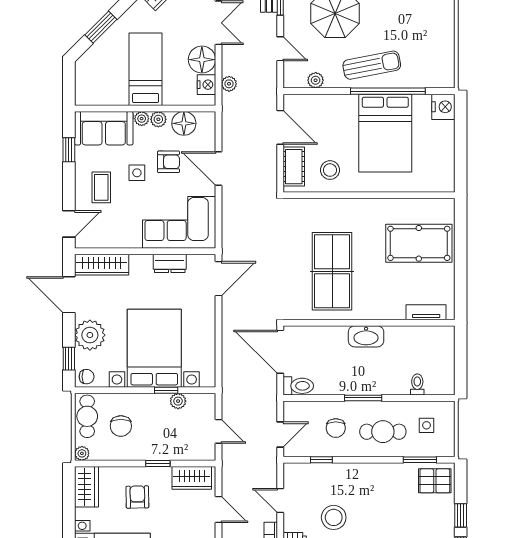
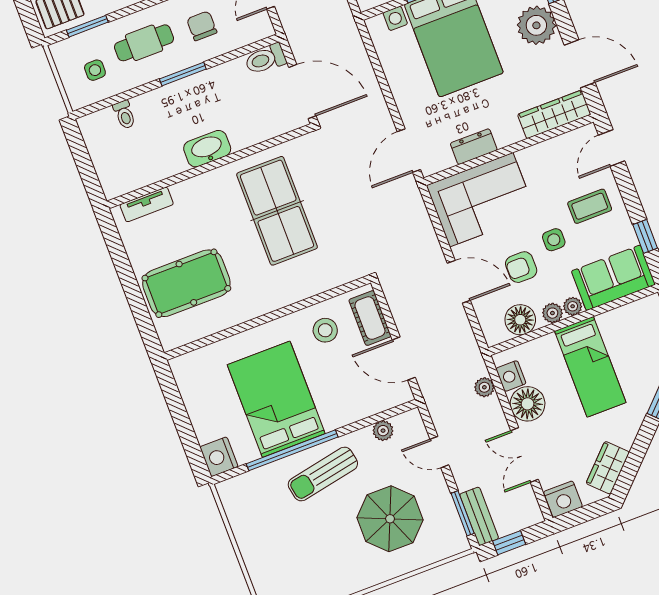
coffee table: (101, 187) -> (590, 206), turned 90

